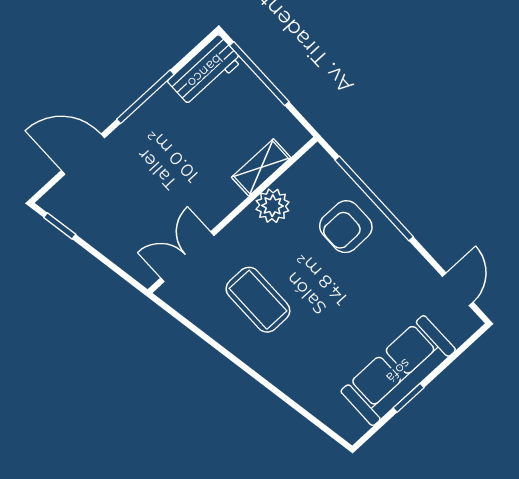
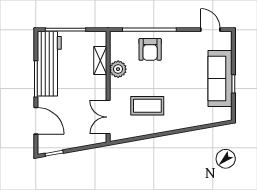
workbench: (205, 71) -> (49, 64), width x1.88, depth x1.32
door: (83, 154) -> (36, 121), swing flipped

